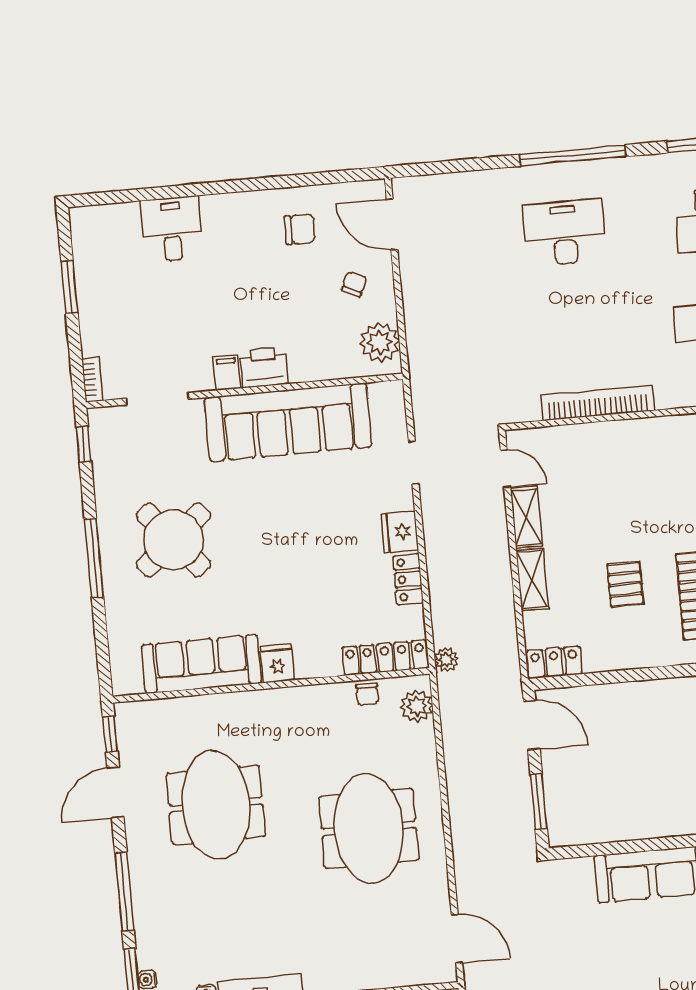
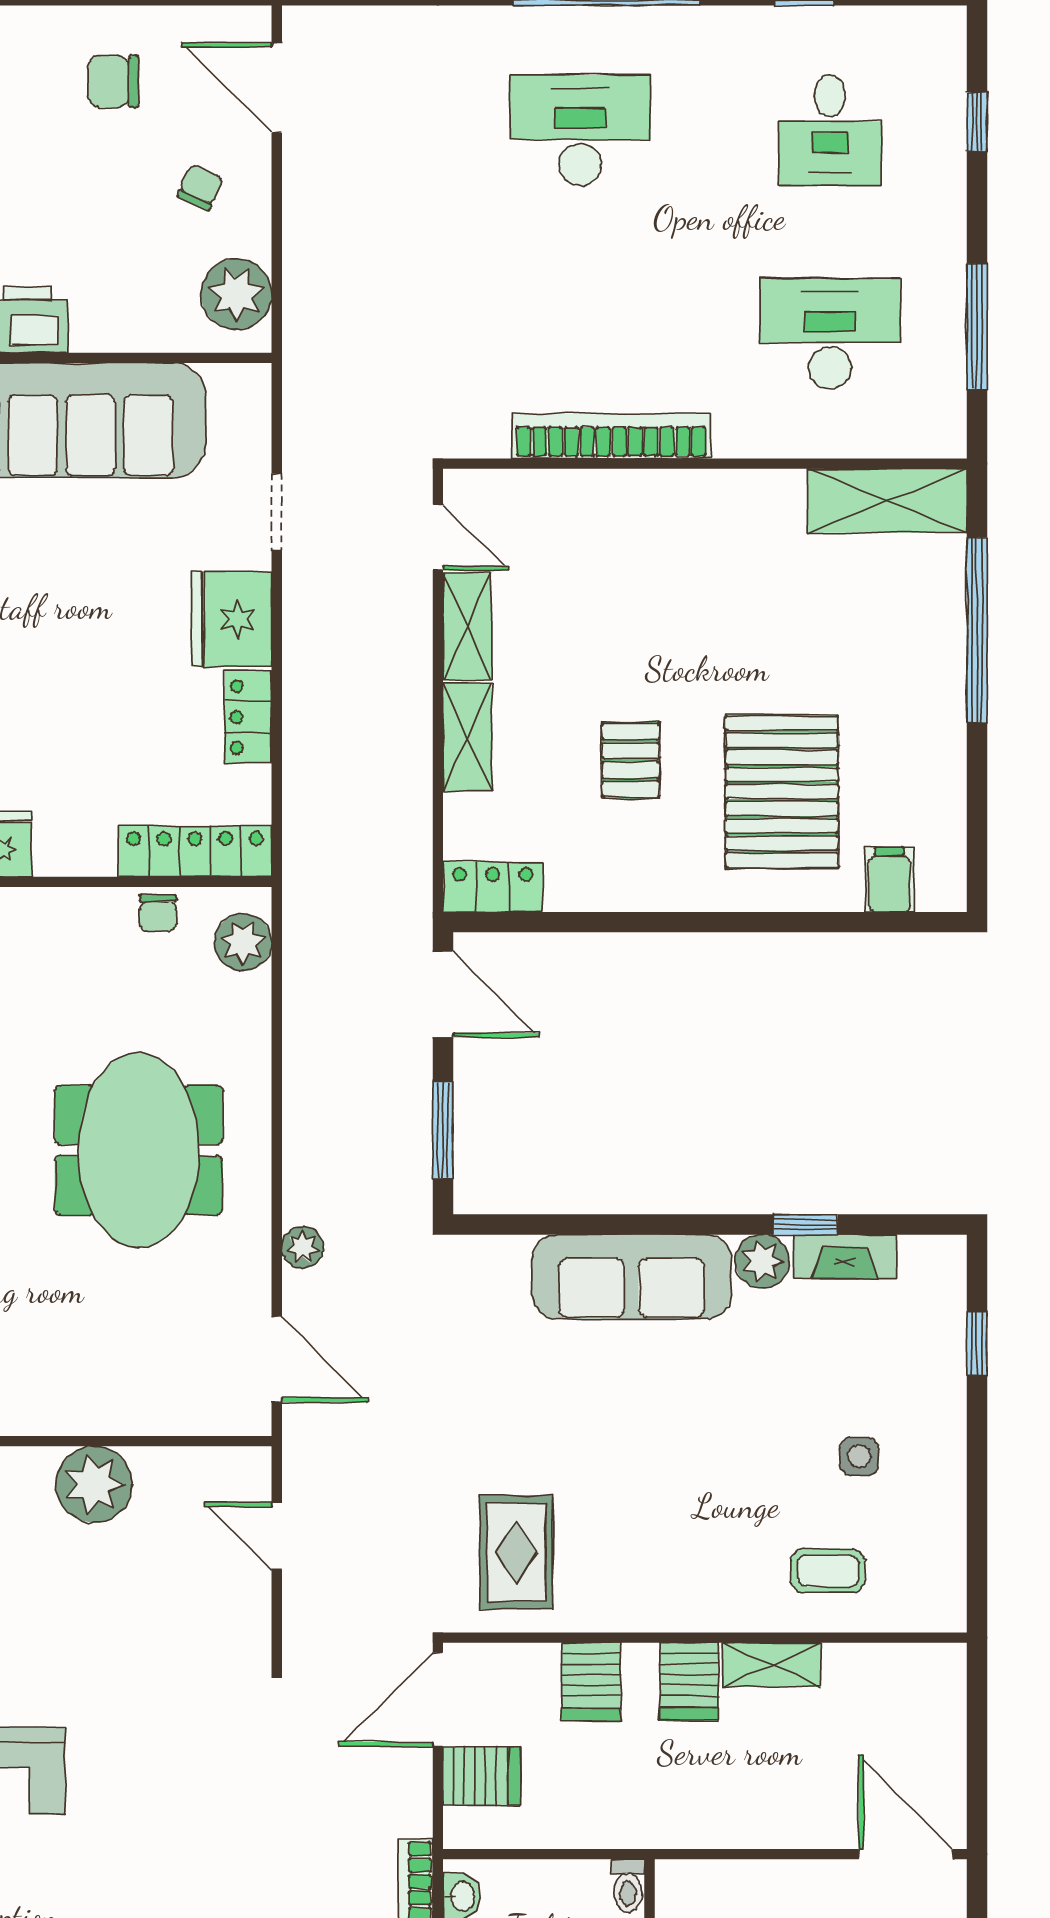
chair: (300, 229) -> (113, 81), turned 180
fridge: (400, 532) -> (231, 619), width x1.36, depth x1.34
plant: (446, 660) -> (303, 1247), moved

